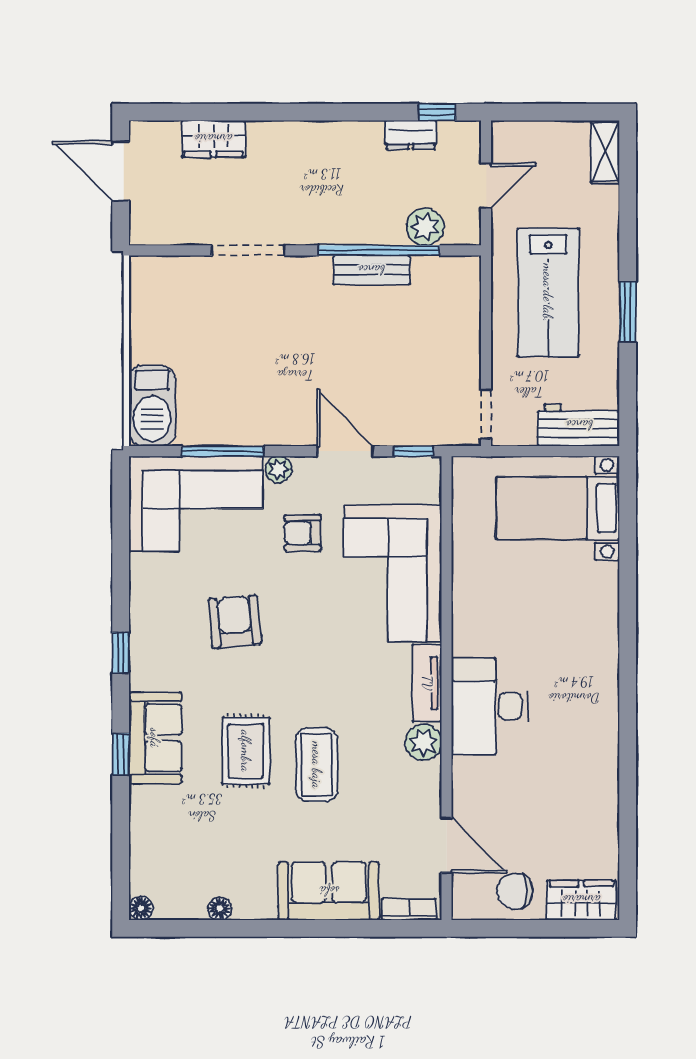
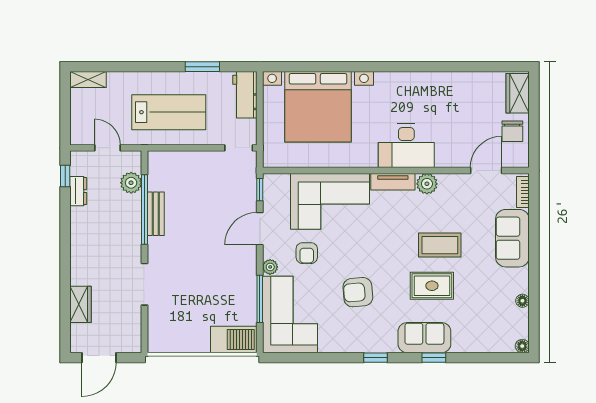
window: (628, 312) -> (202, 67), moved
bed with nightstands: (558, 508) -> (318, 107), width x1.85

